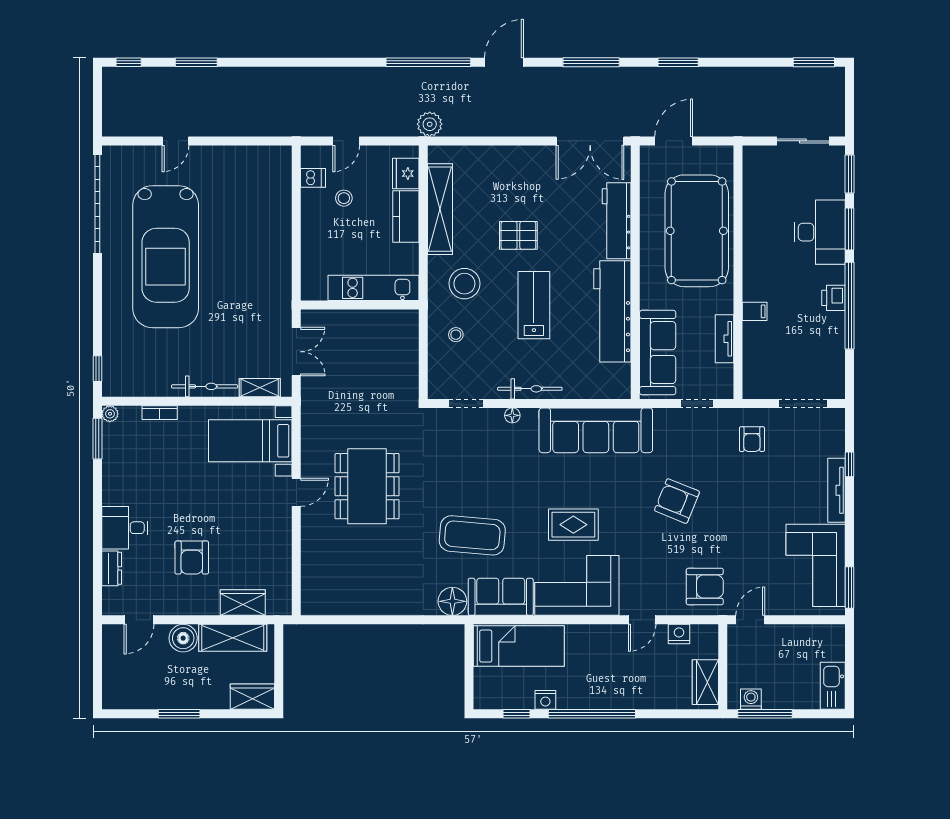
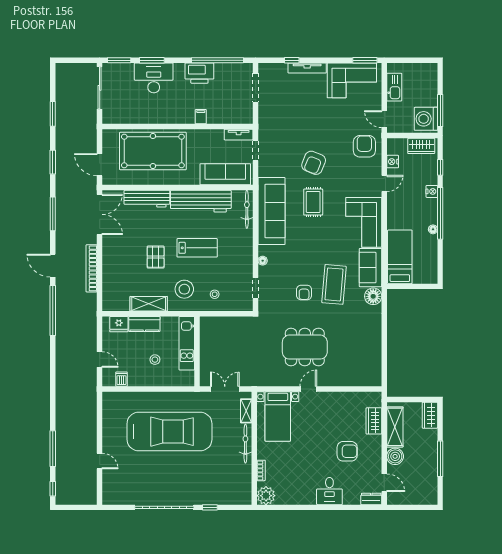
window: (196, 62) -> (53, 449), width x1.44
window: (814, 62) -> (53, 114), moved
plant: (430, 124) -> (90, 310), removed
bookcase: (499, 128) -> (92, 268), added
sliding door: (803, 141) -> (100, 88), width x1.37
stool: (344, 198) -> (155, 360), moved
garage door: (97, 204) -> (164, 507), moved
shelving: (440, 209) -> (149, 304), width x0.68
car: (166, 257) -> (169, 432), moved
printer: (834, 298) -> (199, 73), width x1.87, depth x1.48
lab bench: (534, 305) -> (197, 248), turned 180
window: (850, 306) -> (217, 60), moved
tv unit: (724, 339) -> (239, 135), moved
window: (97, 369) -> (210, 507), moved
bicycle: (530, 389) -> (247, 209), moved
plant: (110, 414) -> (266, 496), width x1.88, depth x1.88
window: (97, 439) -> (276, 507), removed
armchair: (752, 439) -> (304, 293), moved, turned 90
door: (296, 492) -> (308, 389), hinge flipped
rug: (573, 525) -> (313, 202), moved
dresser: (112, 568) -> (371, 499), moved
door: (642, 620) -> (384, 183), hinge flipped
kitchen sink: (833, 686) -> (394, 87), moved, turned -90
washing machine: (751, 699) -> (426, 119), width x1.89, depth x1.89
nightstand: (545, 700) -> (432, 191), moved
floor lamp: (565, 702) -> (433, 229), added
window: (179, 714) -> (440, 459), width x1.44
window: (516, 714) -> (440, 167), moved

